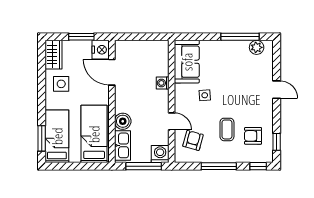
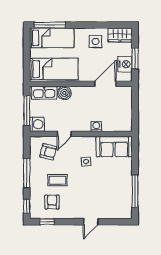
plant: (257, 47) -> (126, 205), removed
nightstand: (101, 50) -> (125, 64), moved, turned -90
window: (42, 138) -> (50, 25), width x1.44

